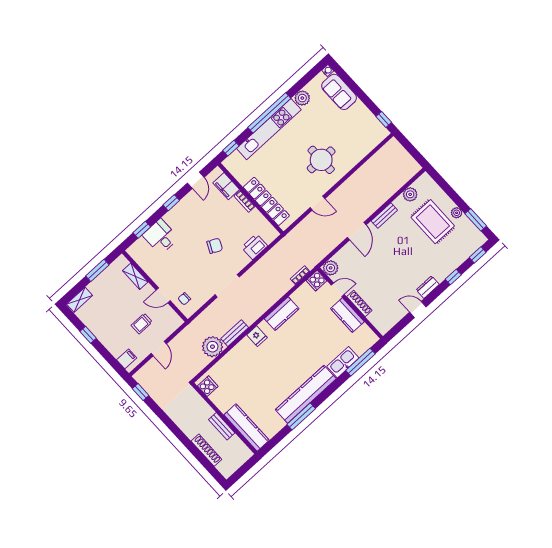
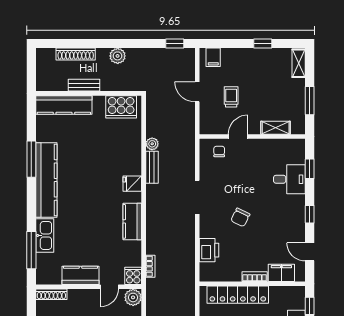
shoe rack: (359, 303) -> (51, 294), moved
plant: (212, 347) -> (152, 144), width x0.53, depth x0.53
cooker: (208, 386) -> (121, 107), width x1.87, depth x1.31
plant: (183, 422) -> (118, 56), added

